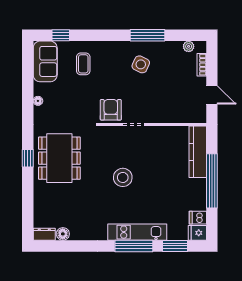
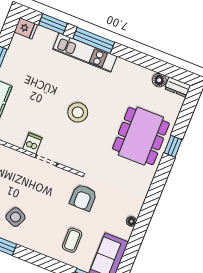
armchair: (111, 110) -> (83, 198), moved
window: (28, 158) -> (173, 146), moved
dining table: (59, 158) -> (141, 136), moved
dishwasher: (198, 218) -> (32, 144), moved, turned -90

